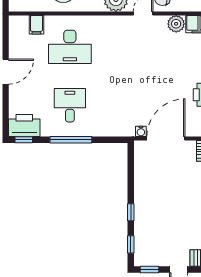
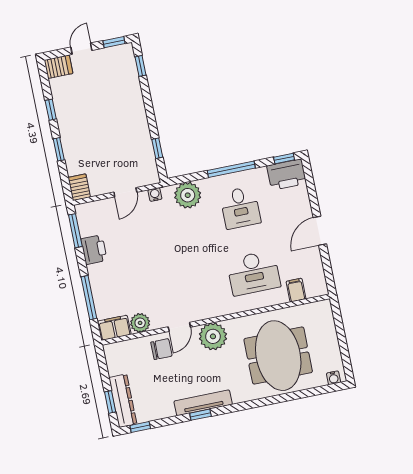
desk: (70, 47) -> (254, 273), turned 180
plant: (113, 125) -> (188, 195), added
door: (166, 139) -> (125, 192), width x0.53
window: (131, 212) -> (157, 148), moved

